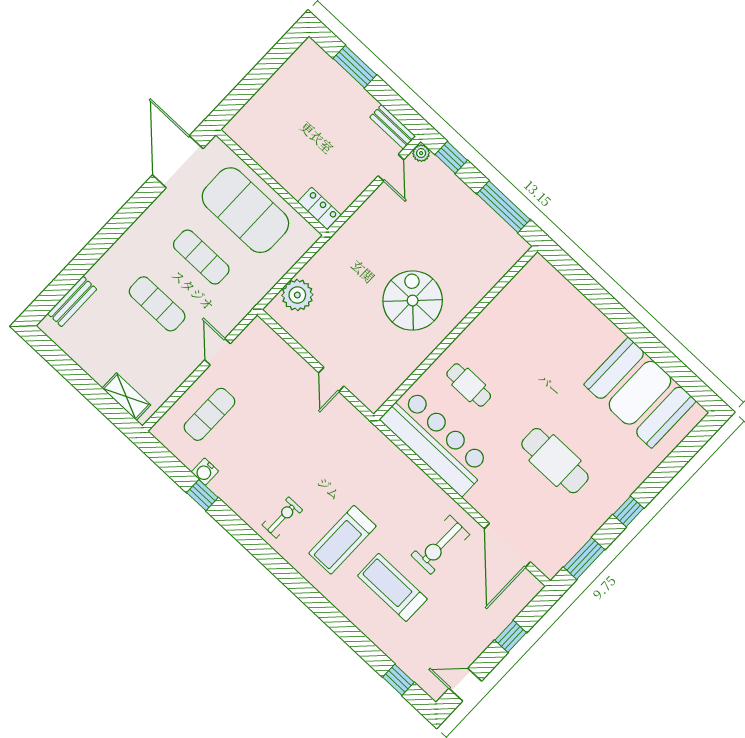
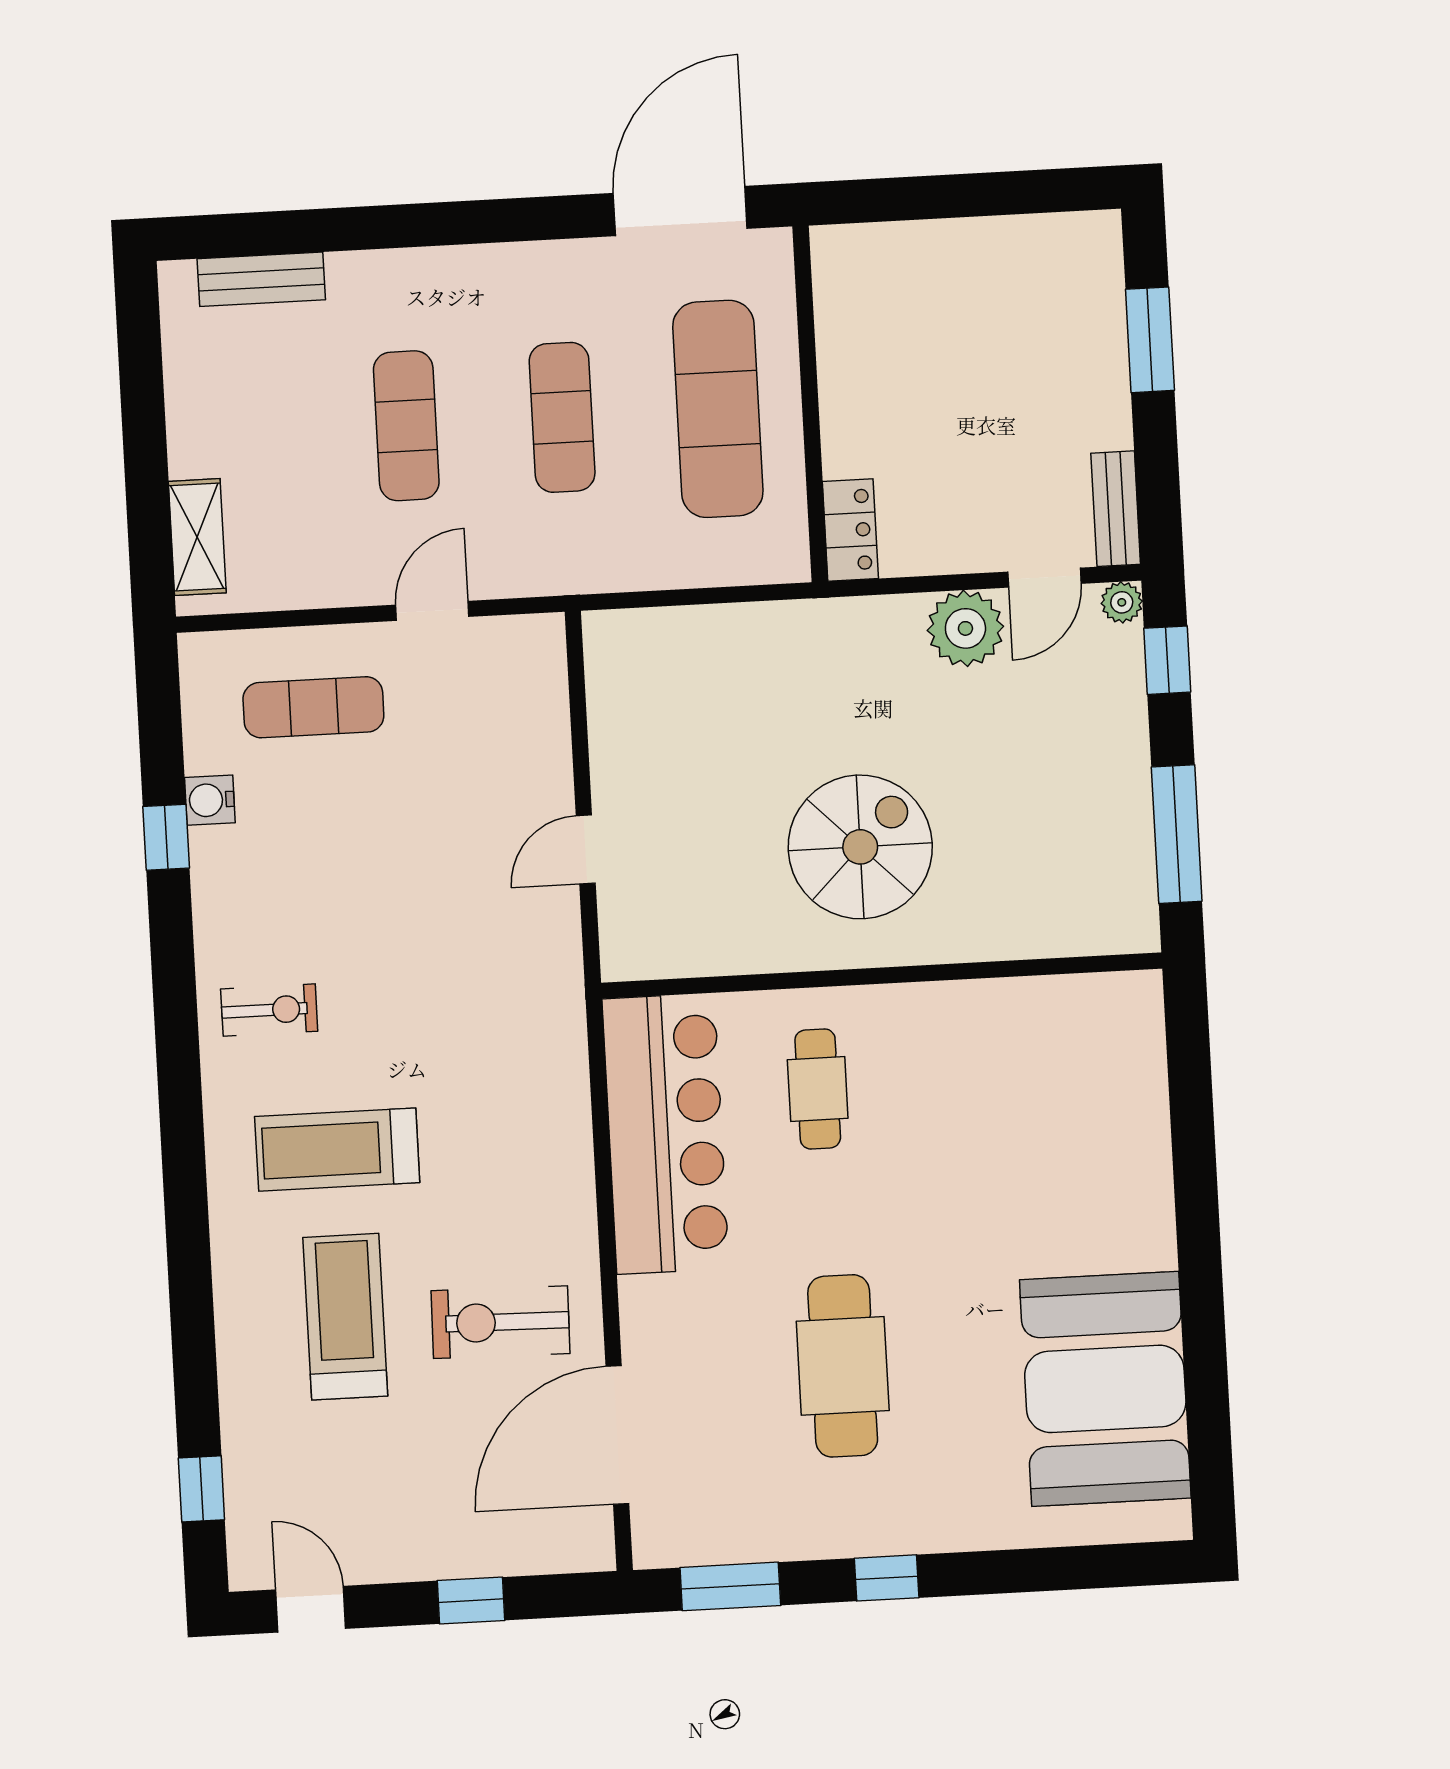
exercise mat: (245, 210) -> (718, 409), width x0.68
plant: (297, 295) -> (965, 628), moved

